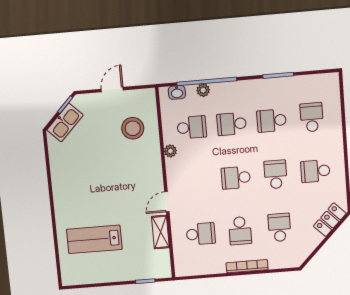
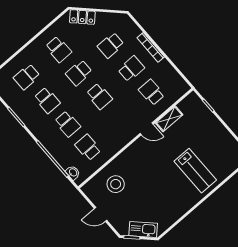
plant: (203, 90) -> (59, 157), removed
plant: (170, 151) -> (113, 150), removed
lab bench: (94, 239) -> (195, 171), moved

